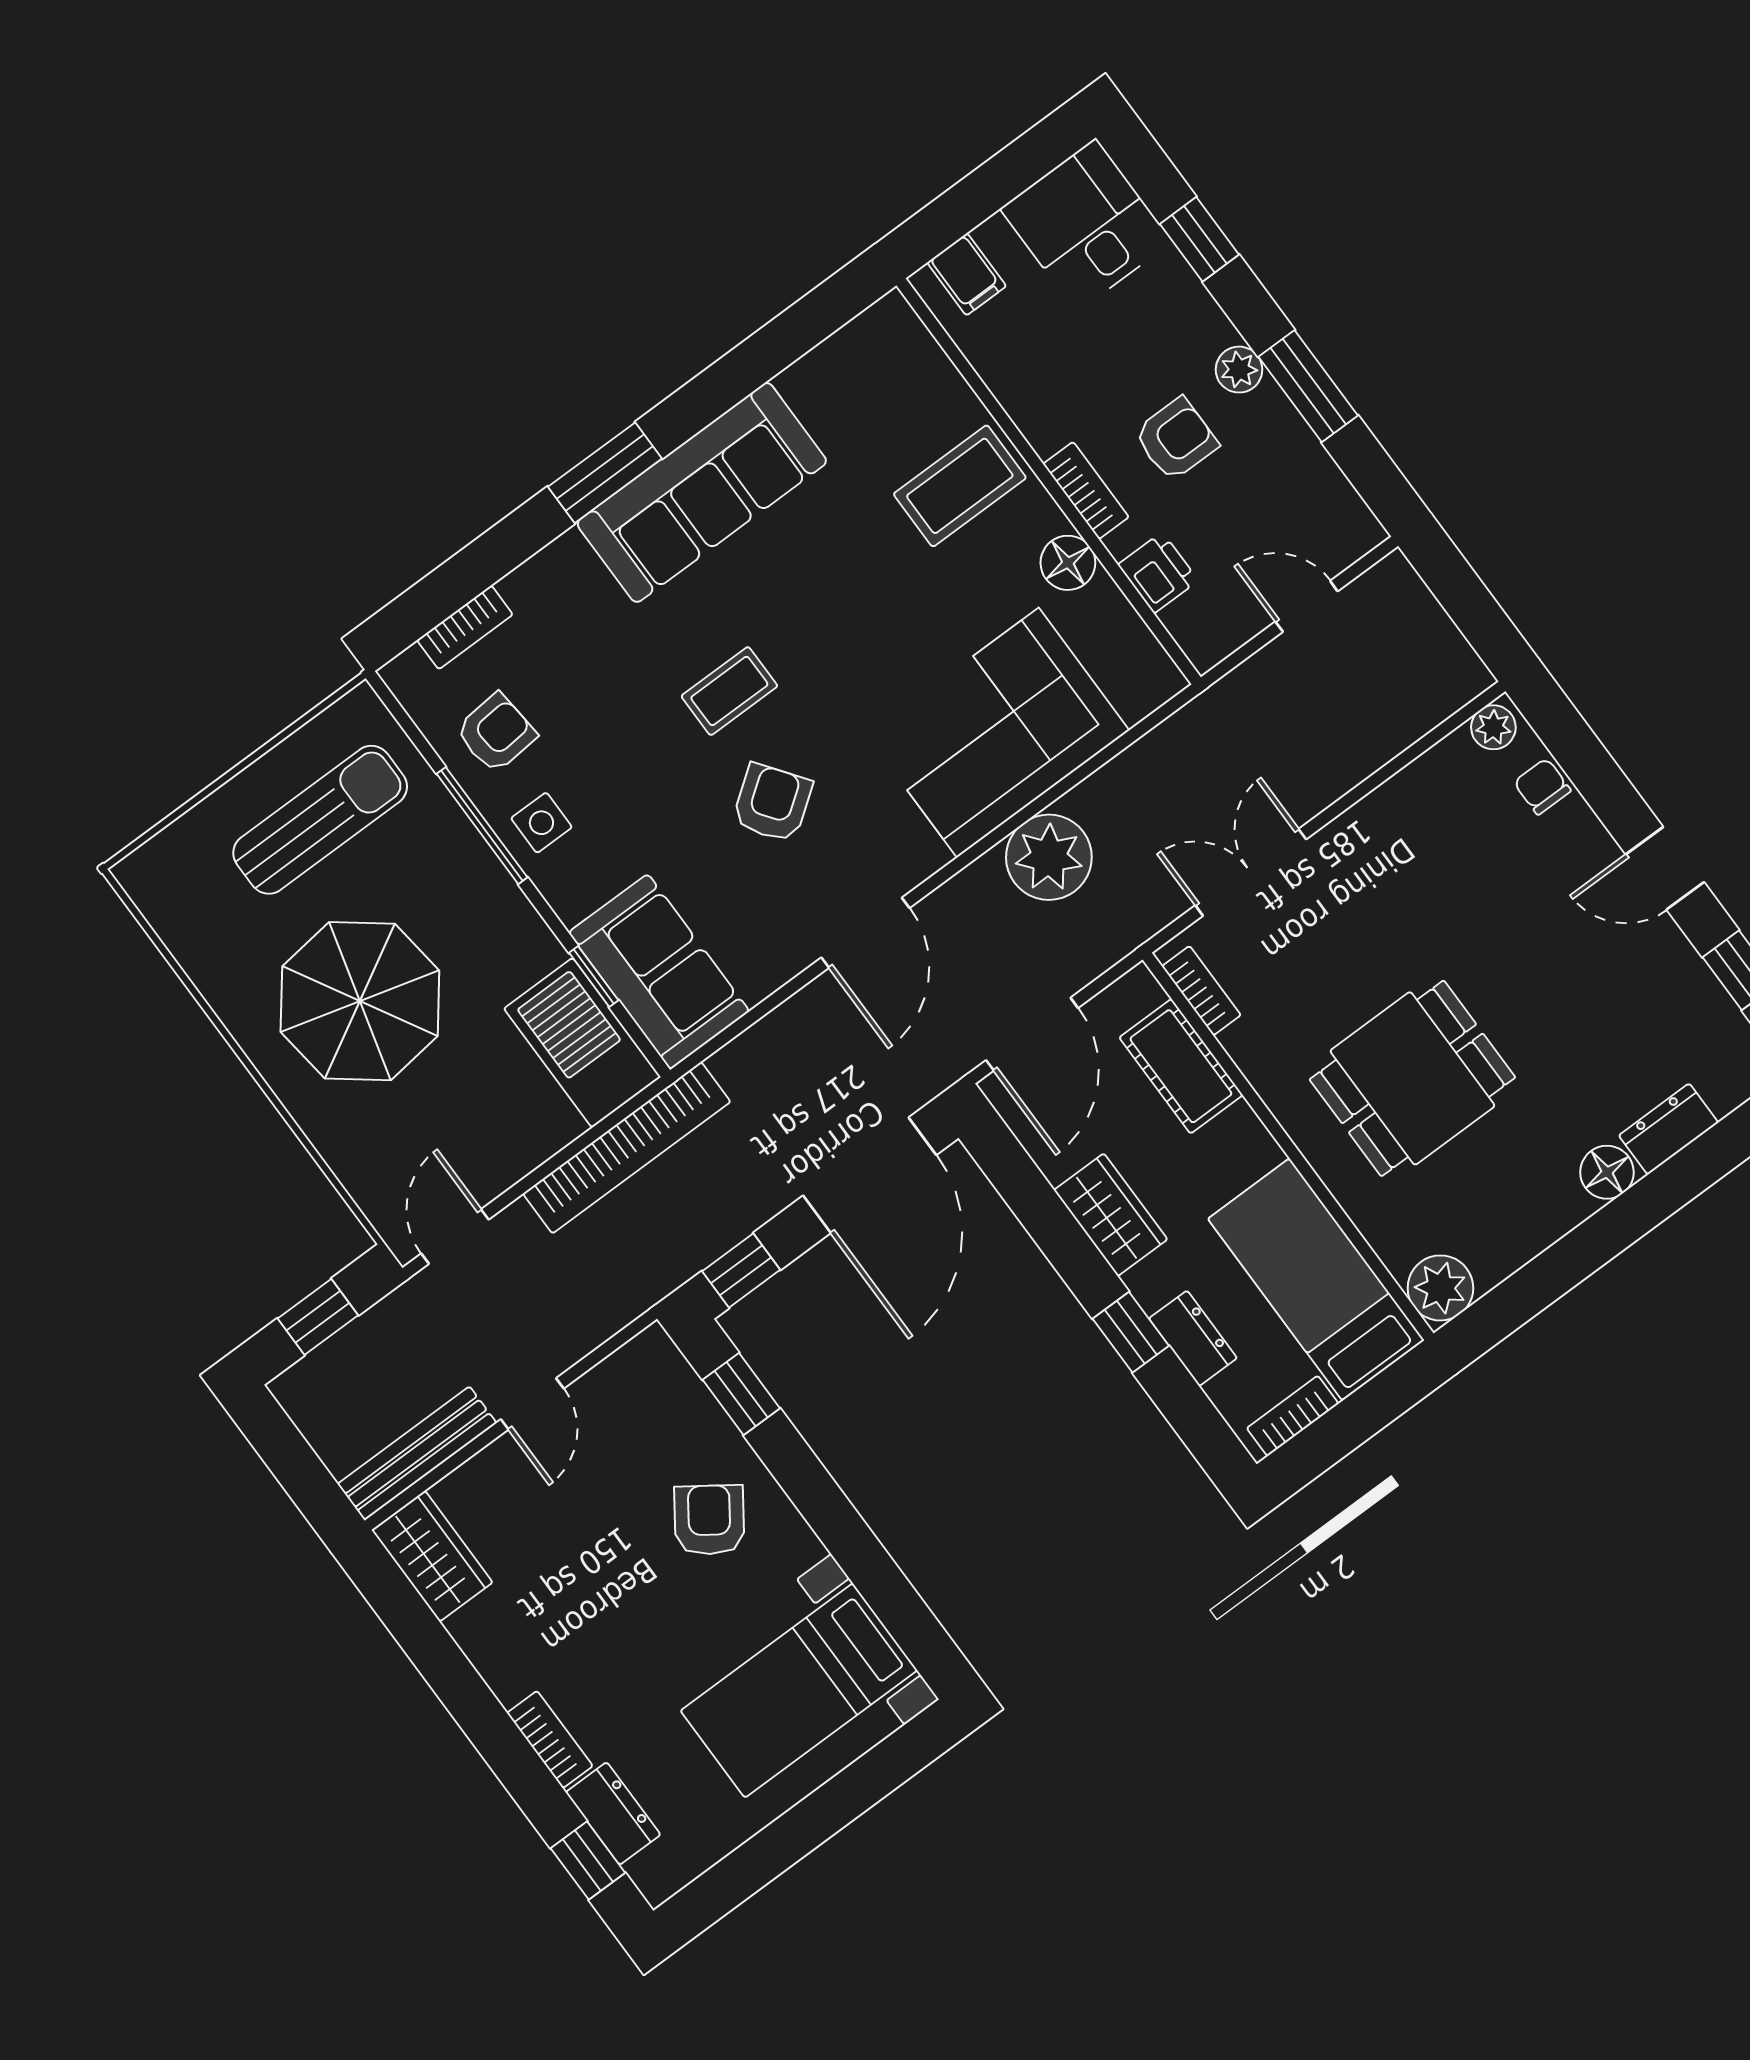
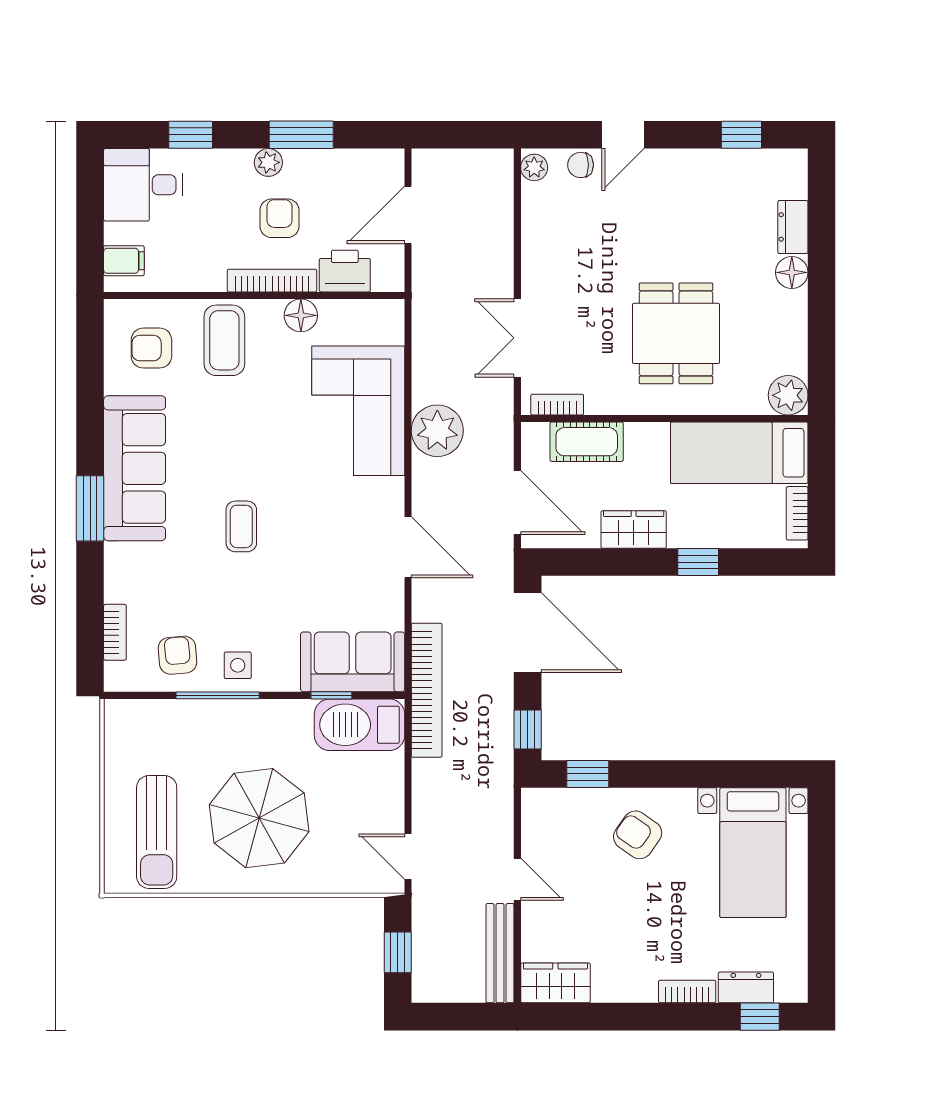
bookcase: (1086, 490) -> (272, 281), width x1.56
printer: (1158, 573) -> (345, 271), width x1.36, depth x1.24
door: (1307, 606) -> (408, 215), width x1.38
armchair: (772, 803) -> (151, 348), moved, turned -54
sun lounger: (320, 820) -> (157, 832), moved, turned 180
door: (1665, 868) -> (623, 135), moved
bookcase: (627, 1148) -> (427, 690), moved
dresser: (1193, 1338) -> (723, 534), removed

